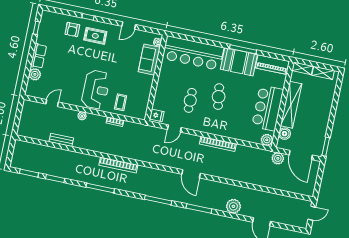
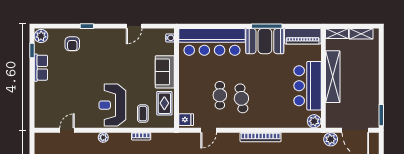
rug: (95, 36) -> (164, 103), moved, turned 90
row of seats: (39, 56) -> (41, 68), moved
sofa: (149, 60) -> (165, 72), moved
plant: (35, 74) -> (41, 36), moved
reception desk: (96, 90) -> (112, 105), turned 180
cafe table: (219, 97) -> (241, 98), moved
boiler: (285, 134) -> (332, 110), removed

